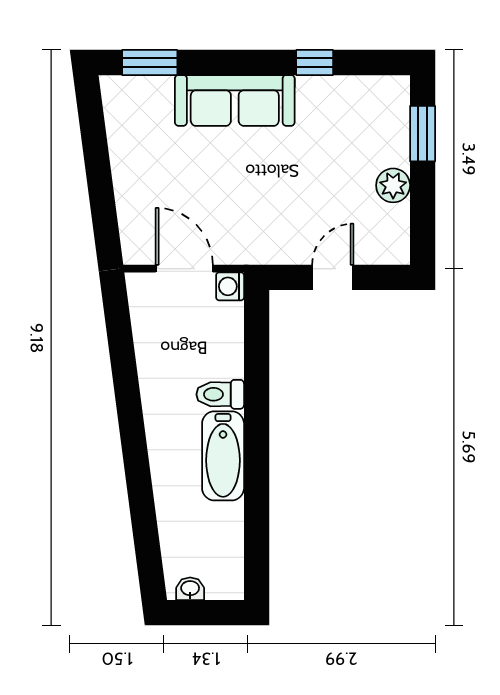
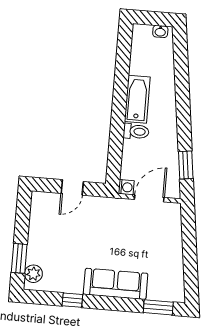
plant: (393, 185) -> (33, 274), moved
door: (184, 269) -> (149, 198), swing flipped
window: (120, 338) -> (186, 165), added

